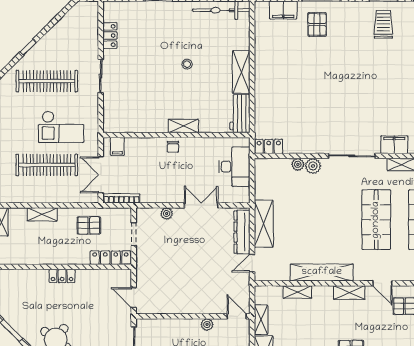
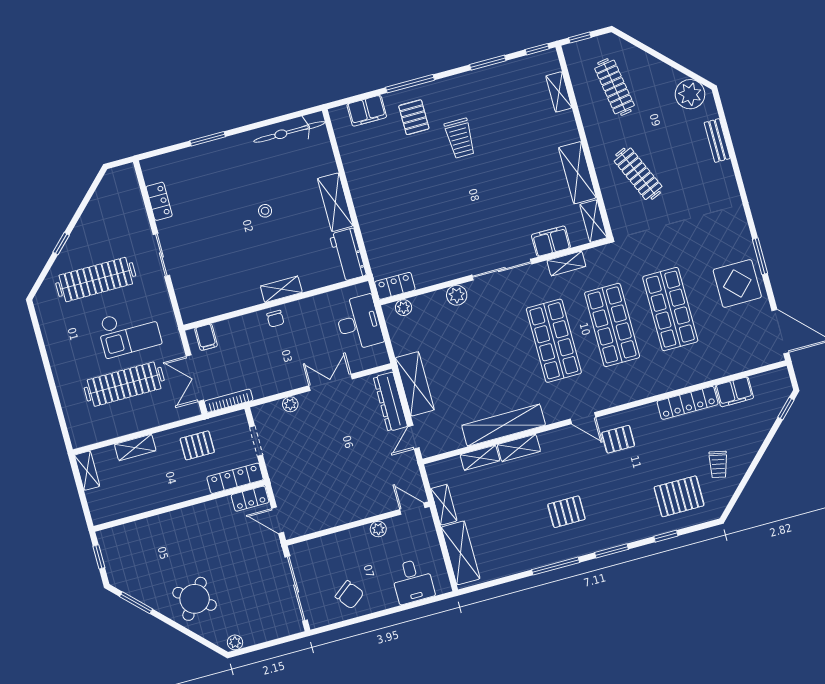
trolley: (383, 24) -> (460, 138), moved, turned 180
plant: (298, 164) -> (404, 308), moved
locker: (62, 276) -> (250, 499), moved
shelving: (349, 293) -> (519, 448), moved

